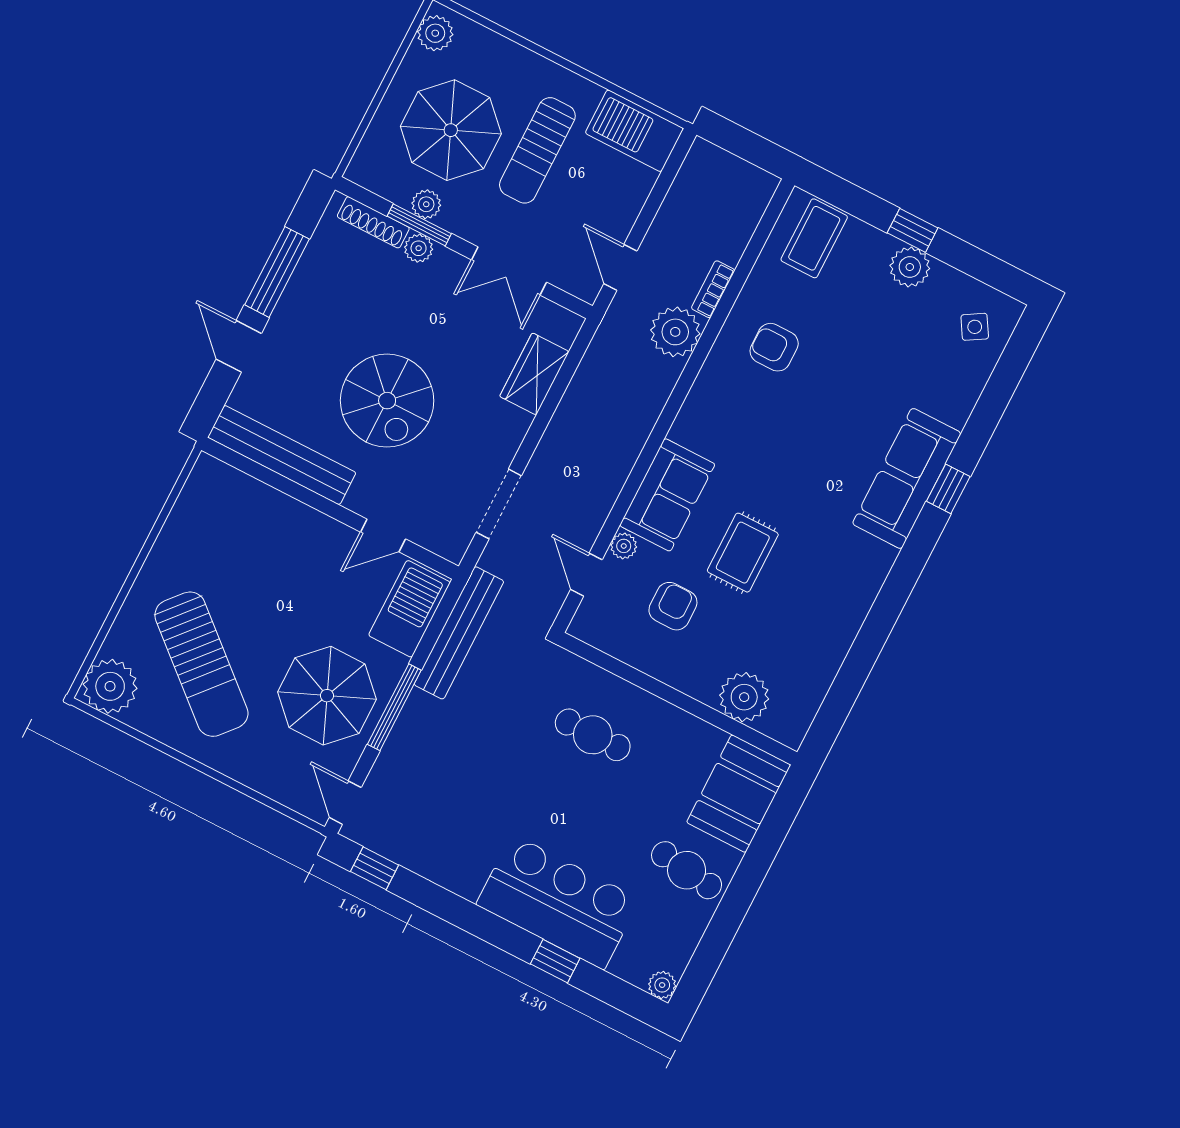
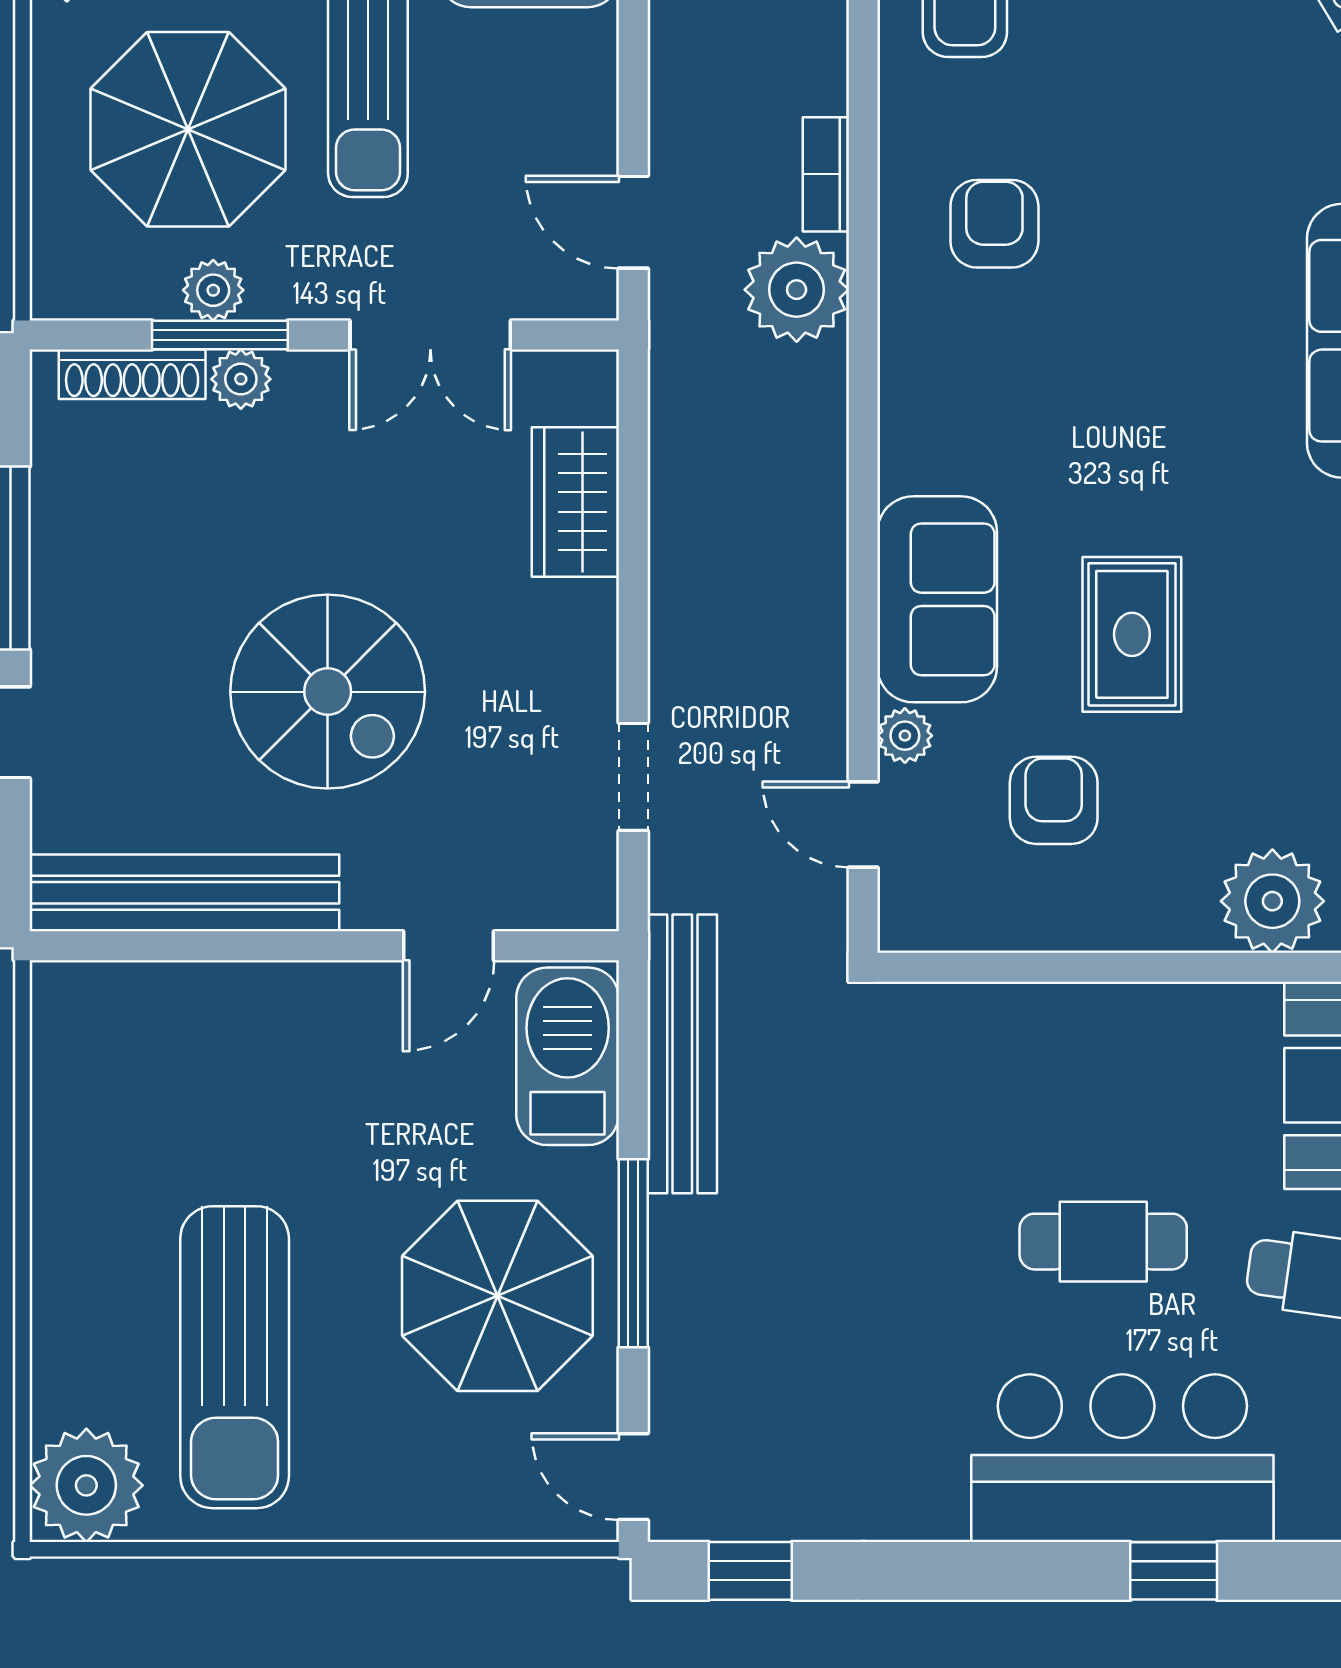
armchair: (774, 347) -> (994, 224), turned 90
doorway: (499, 504) -> (633, 777), width x0.73
sun lounger: (201, 664) -> (235, 1357), turned 49
cafe table: (593, 735) -> (1103, 1242), moved

